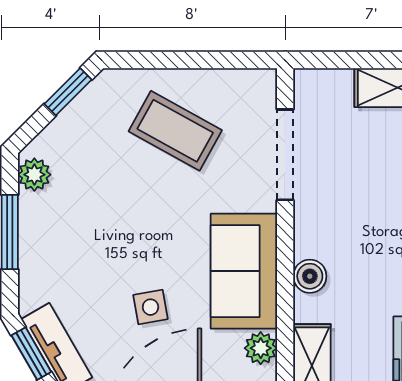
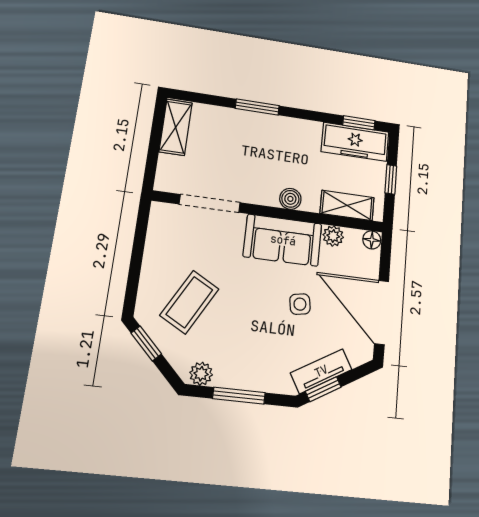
coffee table: (175, 131) -> (189, 302), moved

